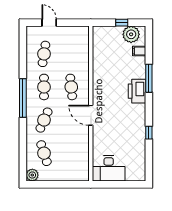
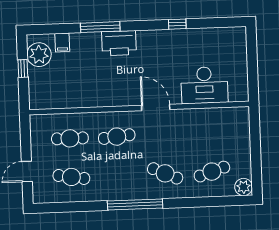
cafe table: (44, 87) -> (70, 138), moved
door: (91, 115) -> (156, 107), swing flipped
desk: (109, 168) -> (204, 85), moved, turned 90

